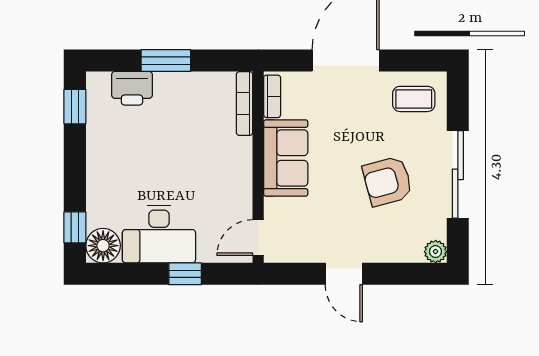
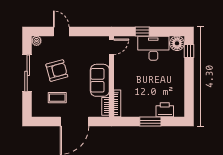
coffee table: (414, 99) -> (57, 98), moved
window: (75, 107) -> (189, 102), removed
door: (344, 274) -> (61, 31), moved

